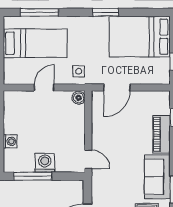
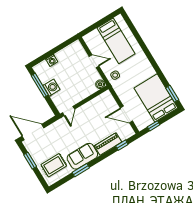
window: (39, 12) -> (135, 33), removed
window: (105, 12) -> (172, 94), moved
door: (117, 87) -> (126, 115), moved

